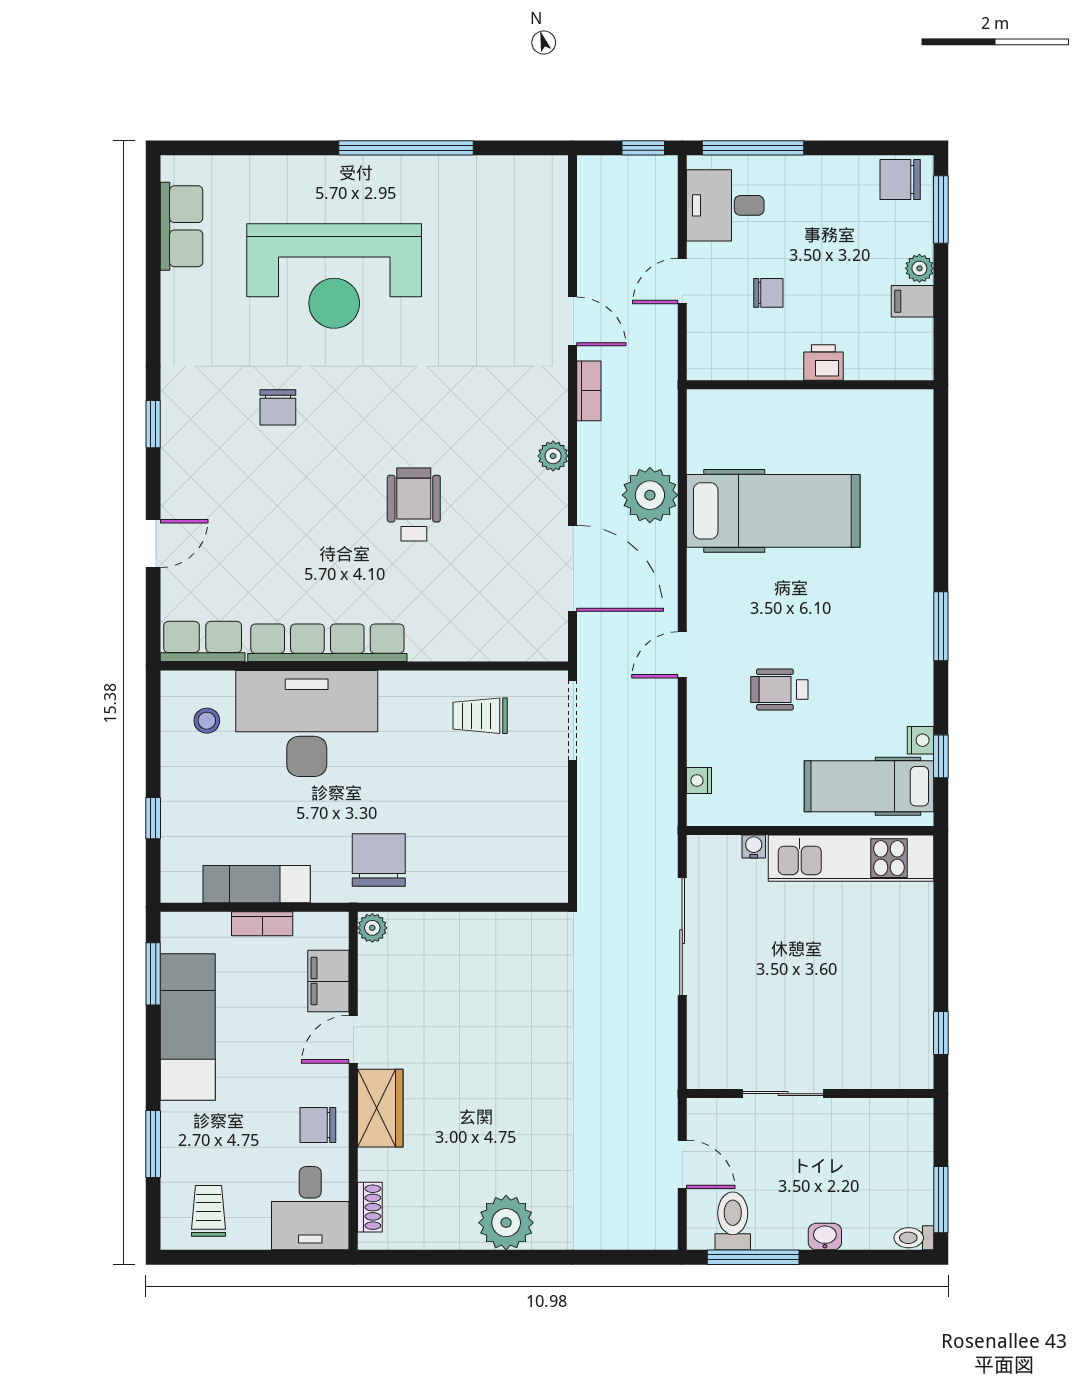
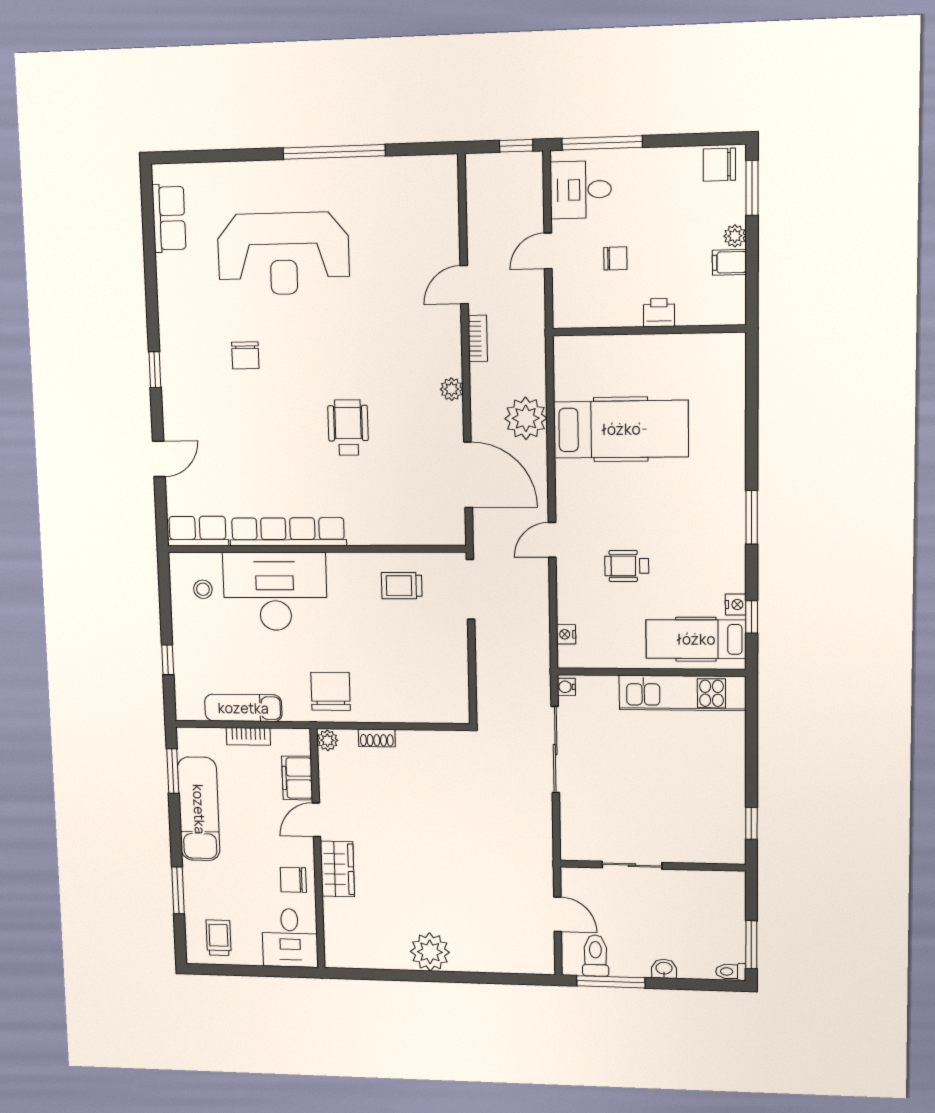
door: (573, 321) -> (464, 285), swing flipped
water cooler: (754, 847) -> (566, 687), moved, turned -90
shoe rack: (370, 1207) -> (377, 738), moved, turned 90

